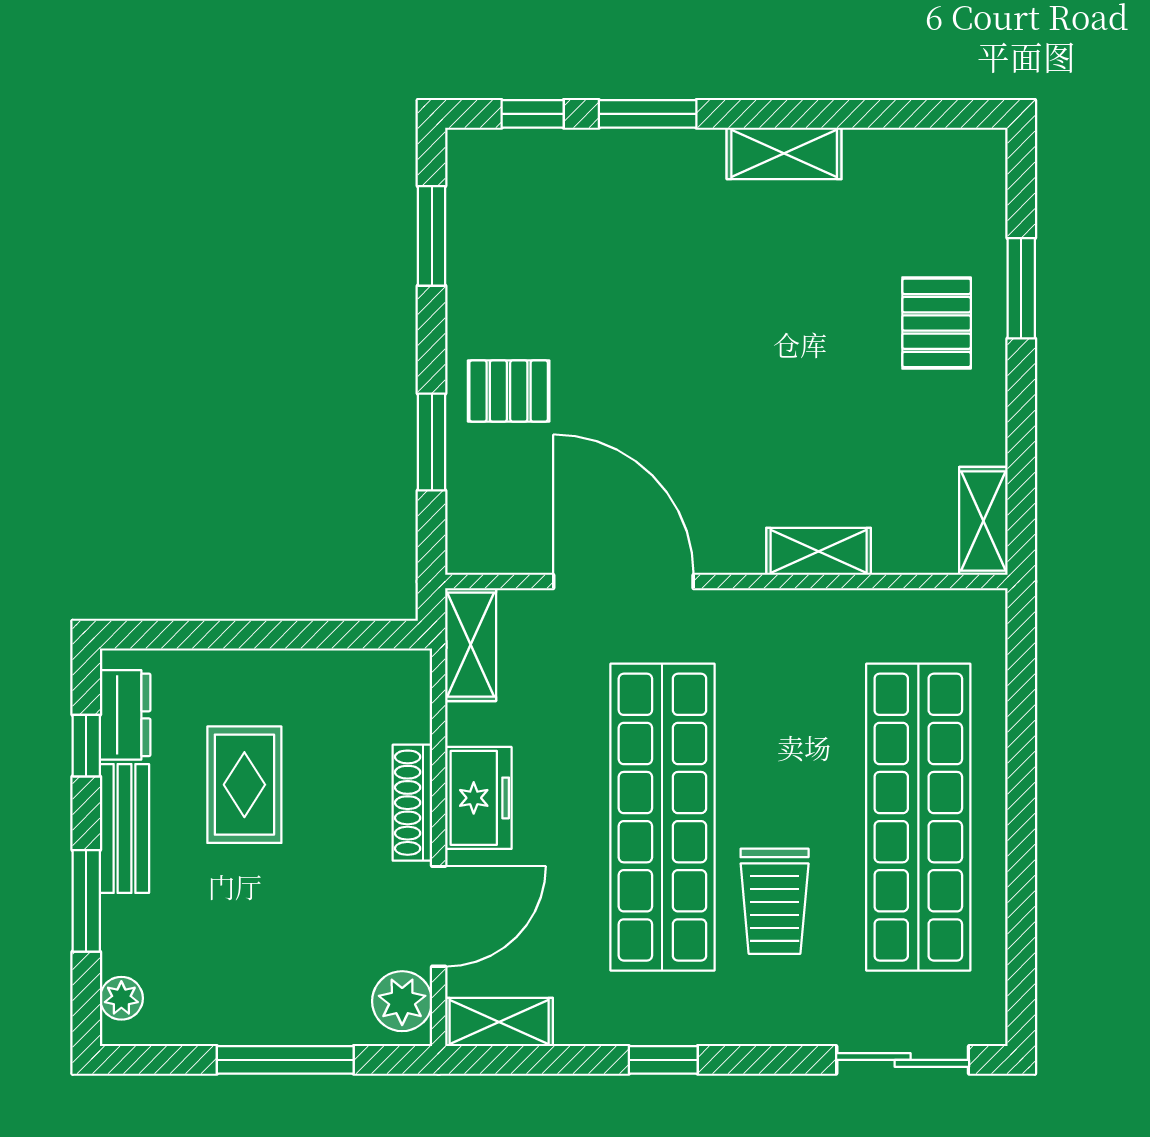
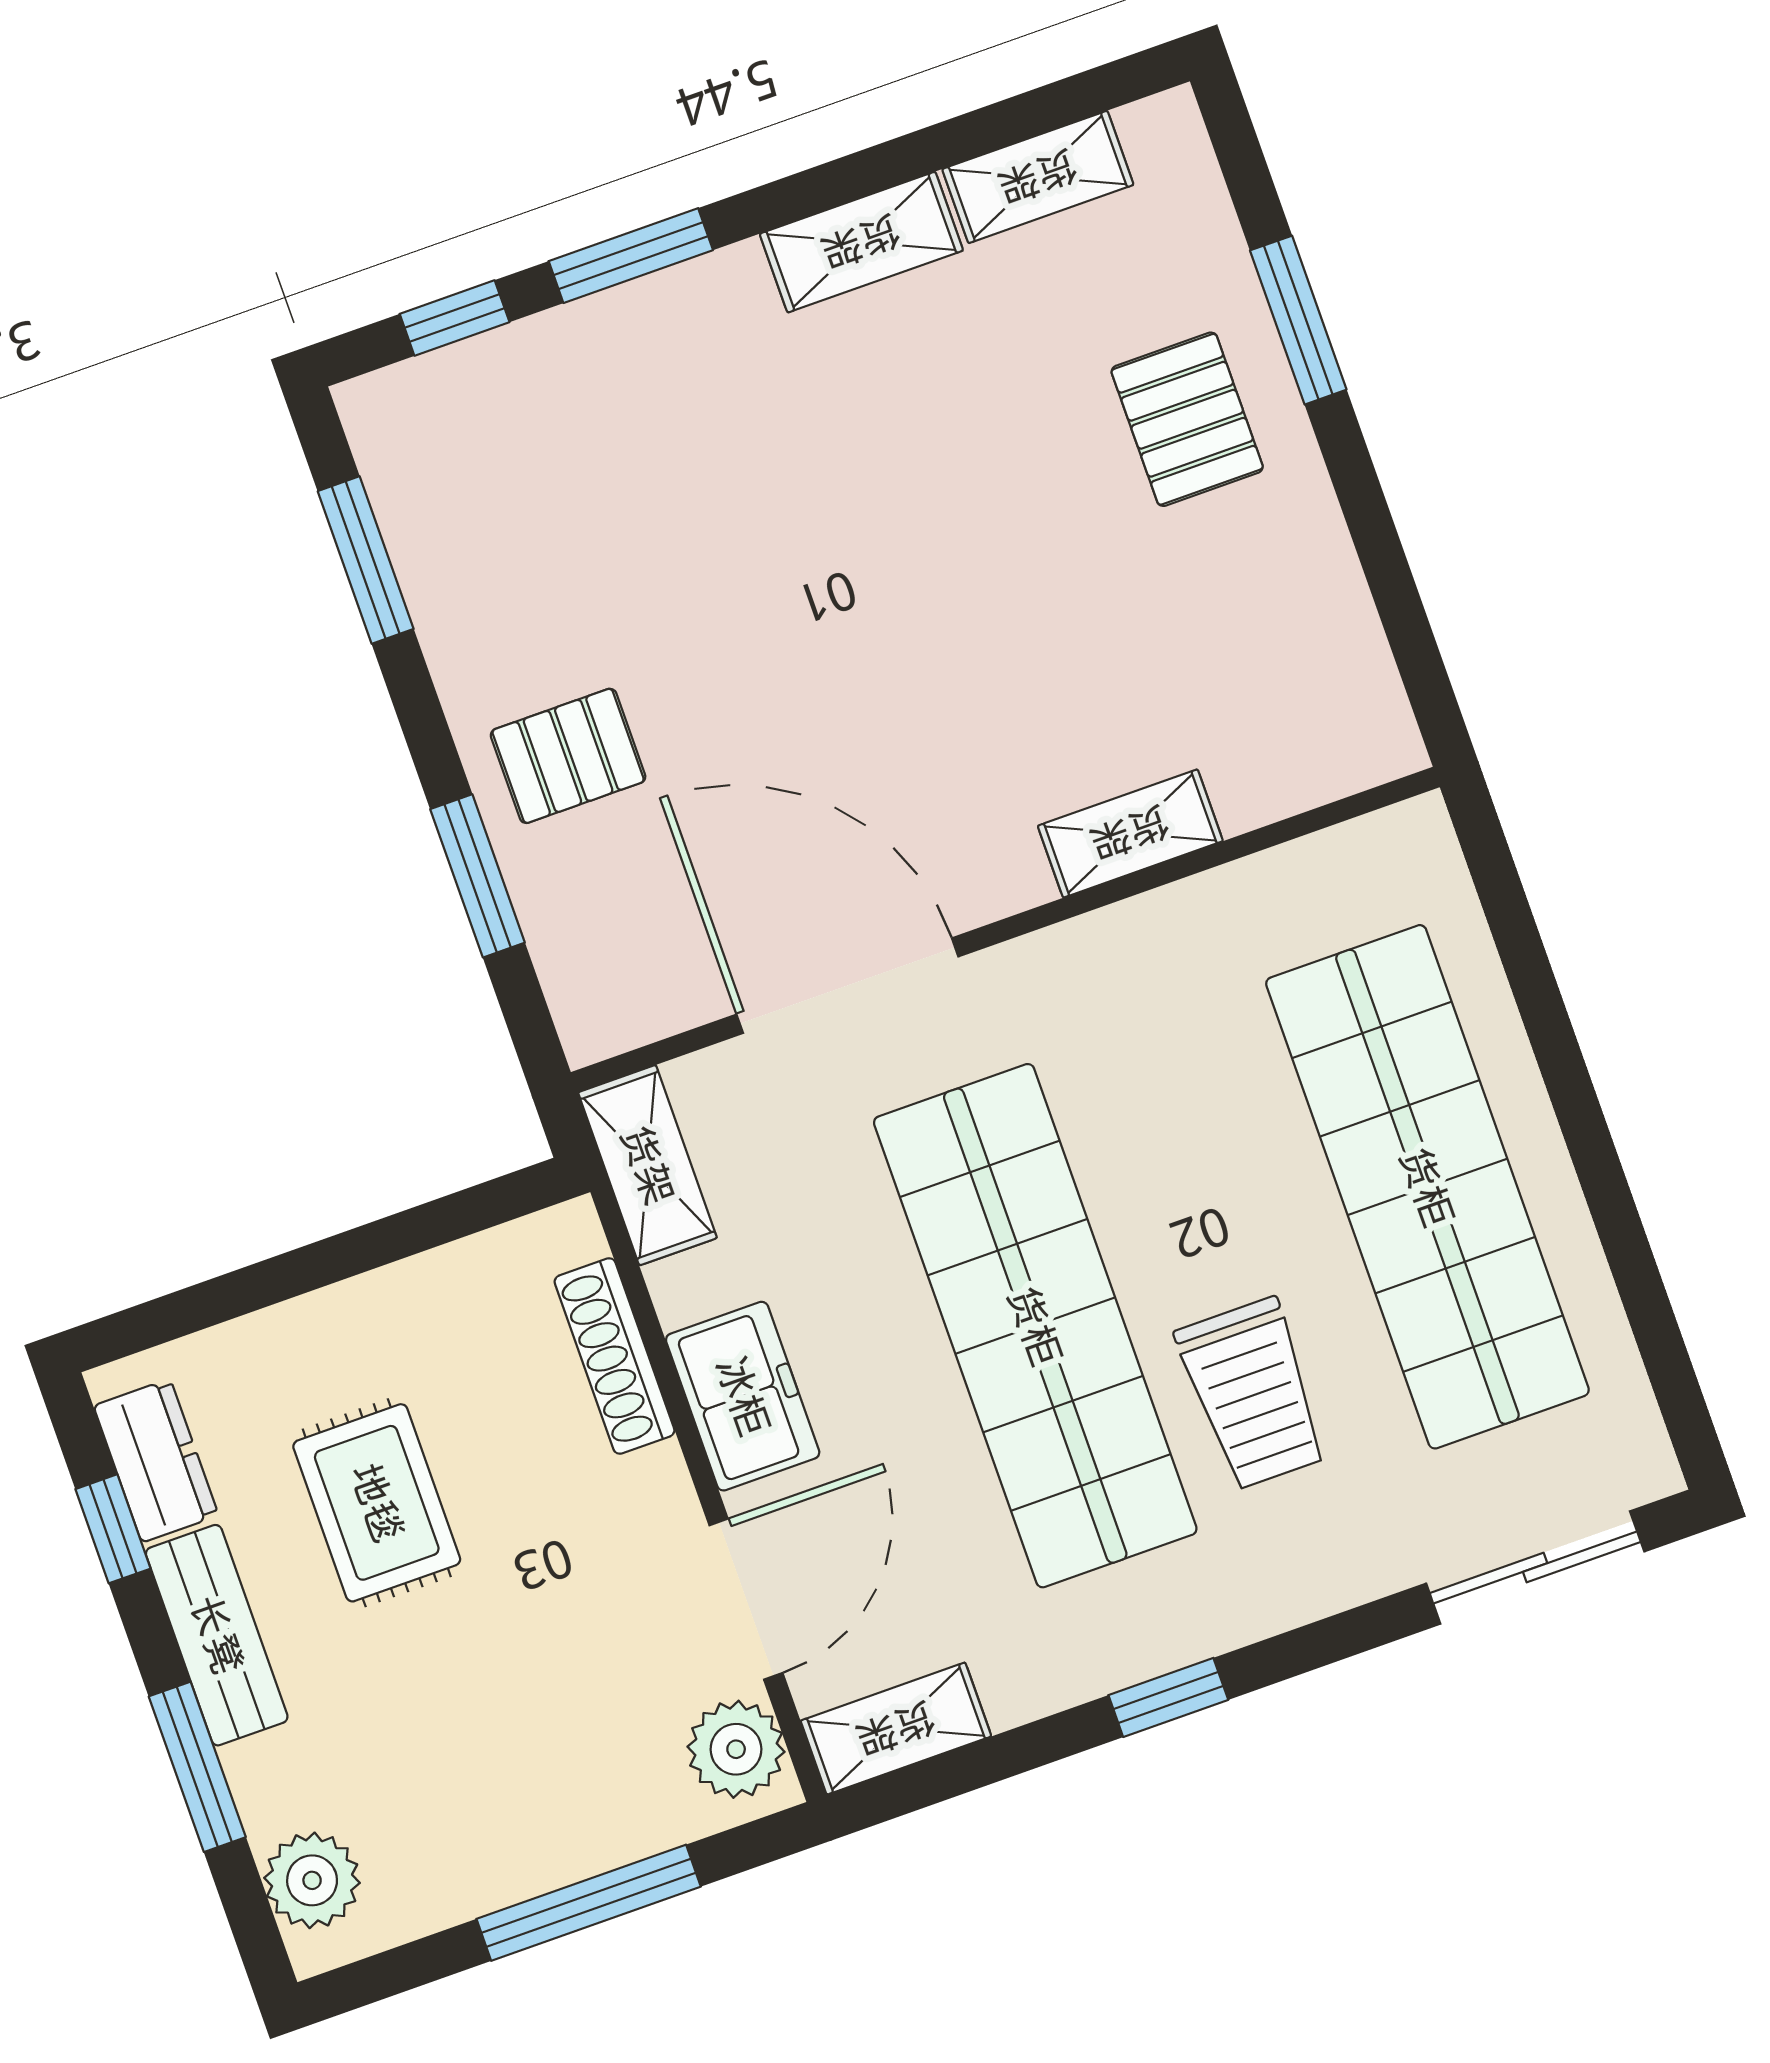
shelving: (983, 521) -> (1038, 177), moved, turned 90
shoe rack: (412, 803) -> (614, 1356), moved
plant: (121, 998) -> (312, 1880), width x1.38, depth x1.38

